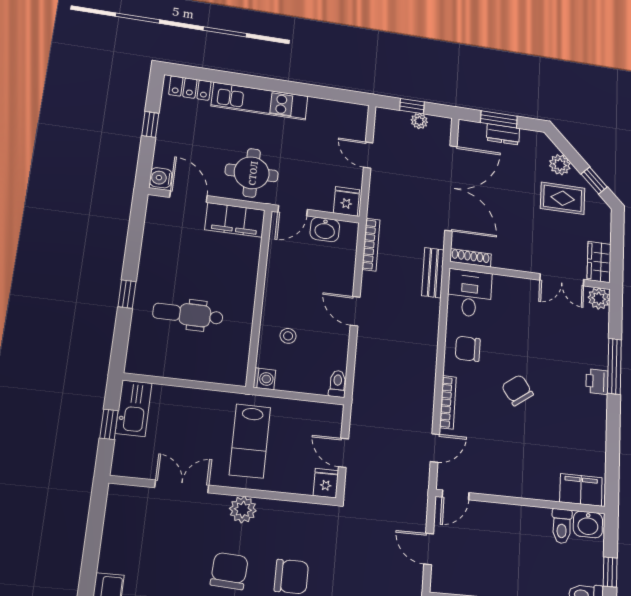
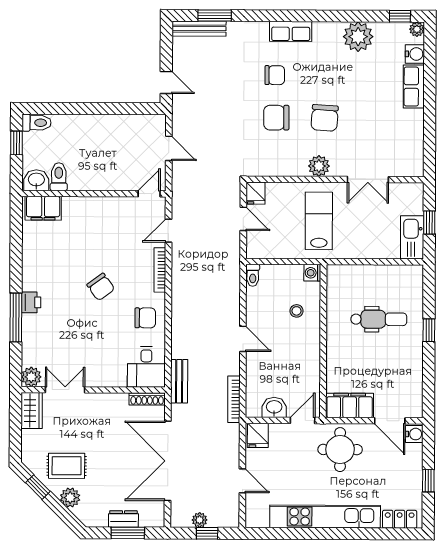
kitchen unit: (260, 101) -> (325, 517), width x1.36

